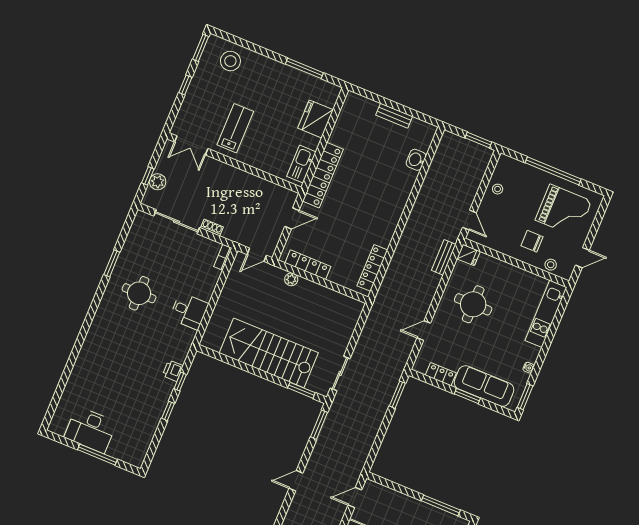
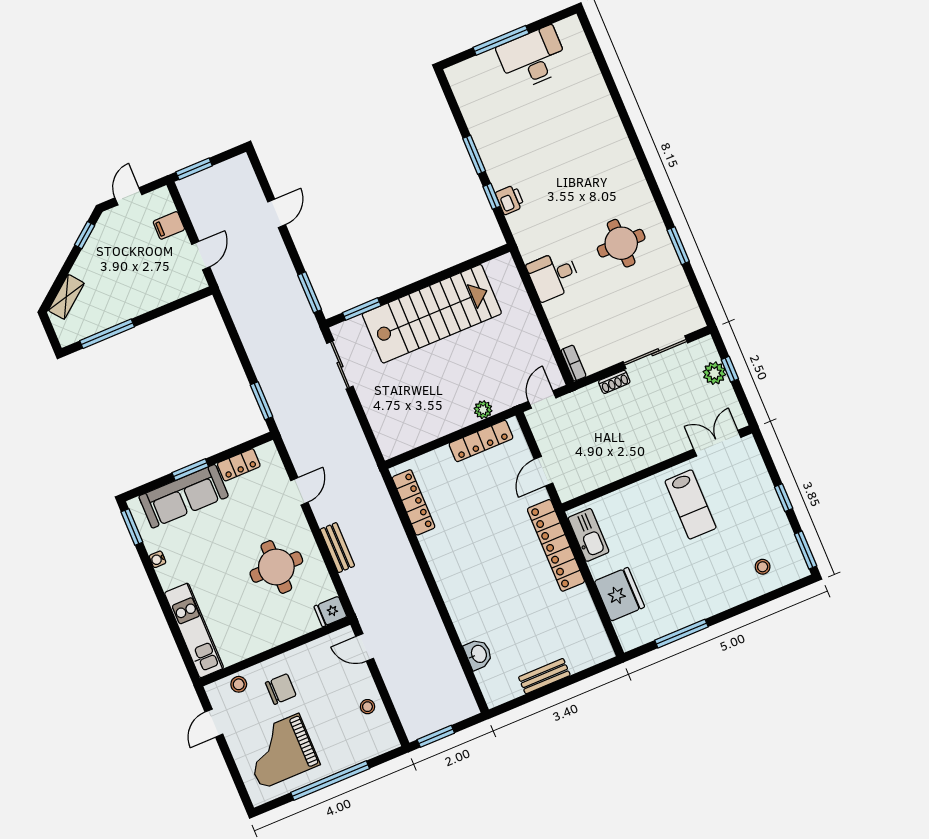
stool: (230, 61) -> (763, 567), width x0.53, depth x0.53
bench: (444, 257) -> (337, 548), moved
window: (168, 411) -> (474, 155), width x1.50

